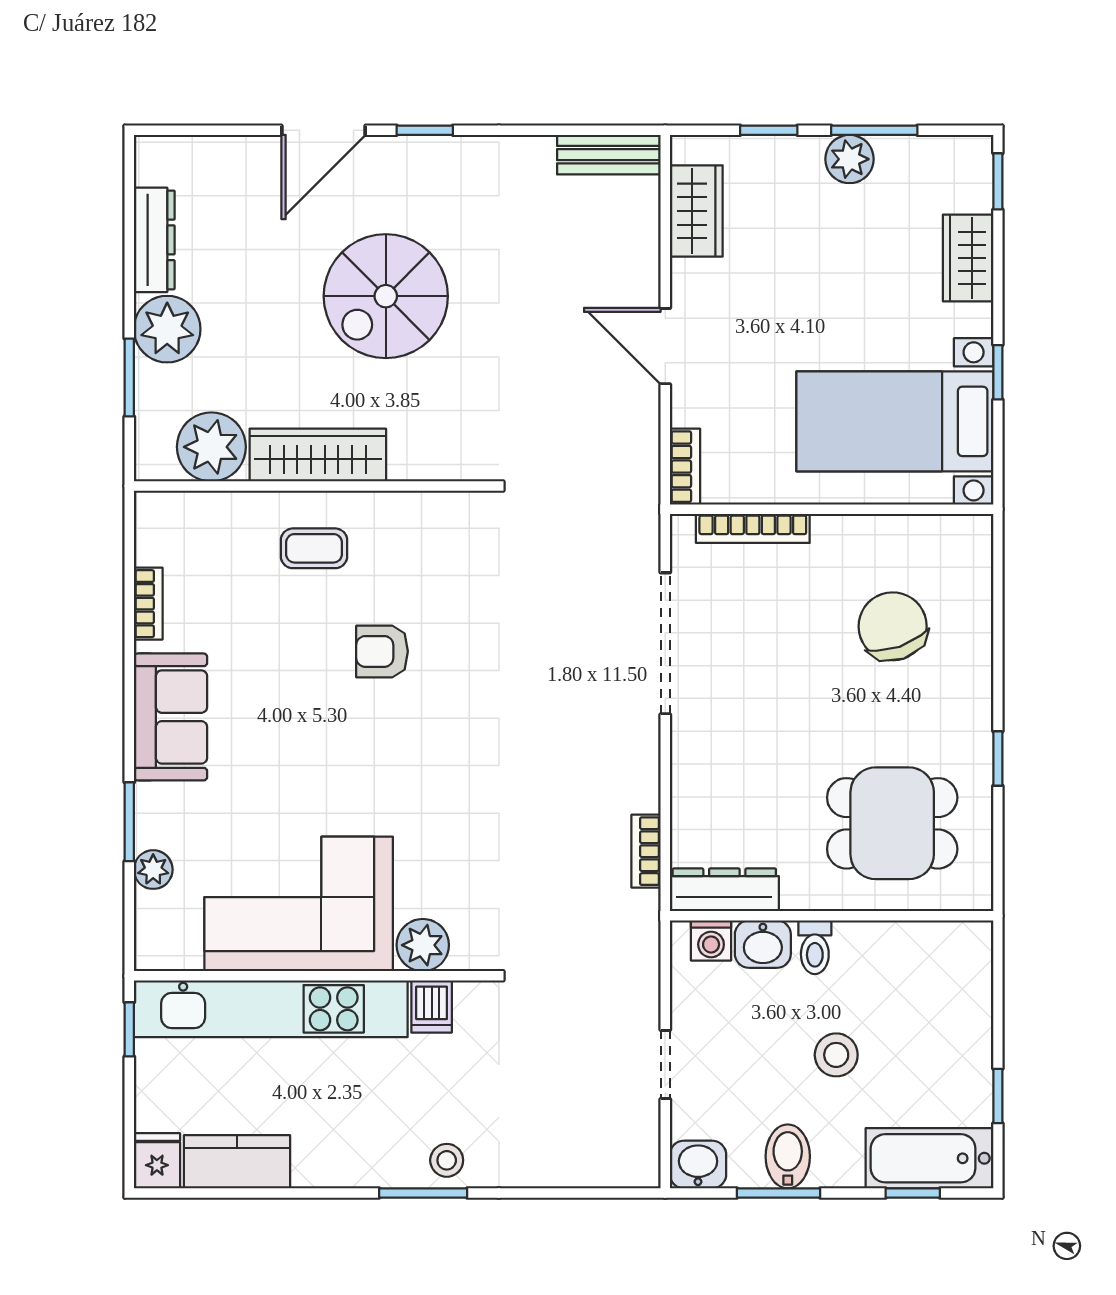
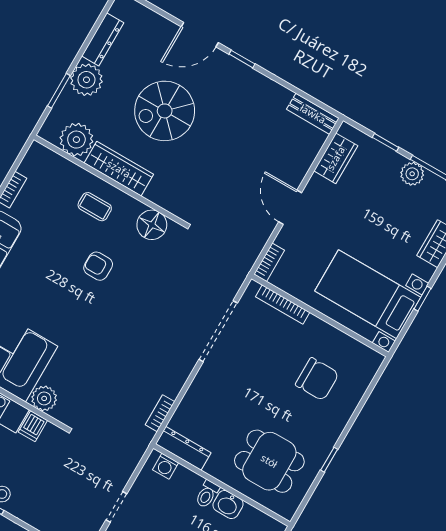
spiral stairs: (386, 296) -> (165, 111), moved
floor lamp: (435, 521) -> (152, 225), added
chair: (893, 626) -> (317, 379), turned 109
washbasin: (763, 944) -> (228, 505), moved

